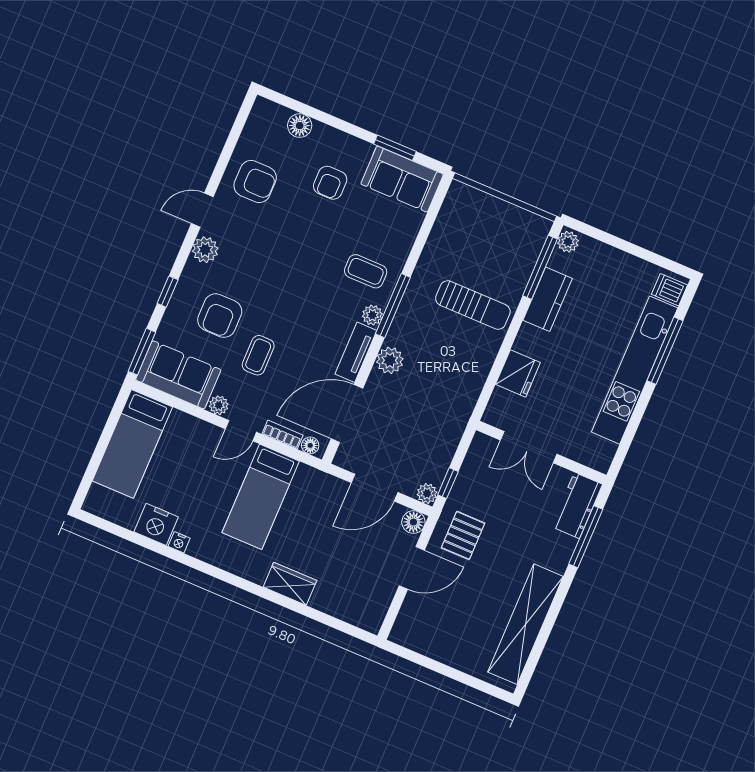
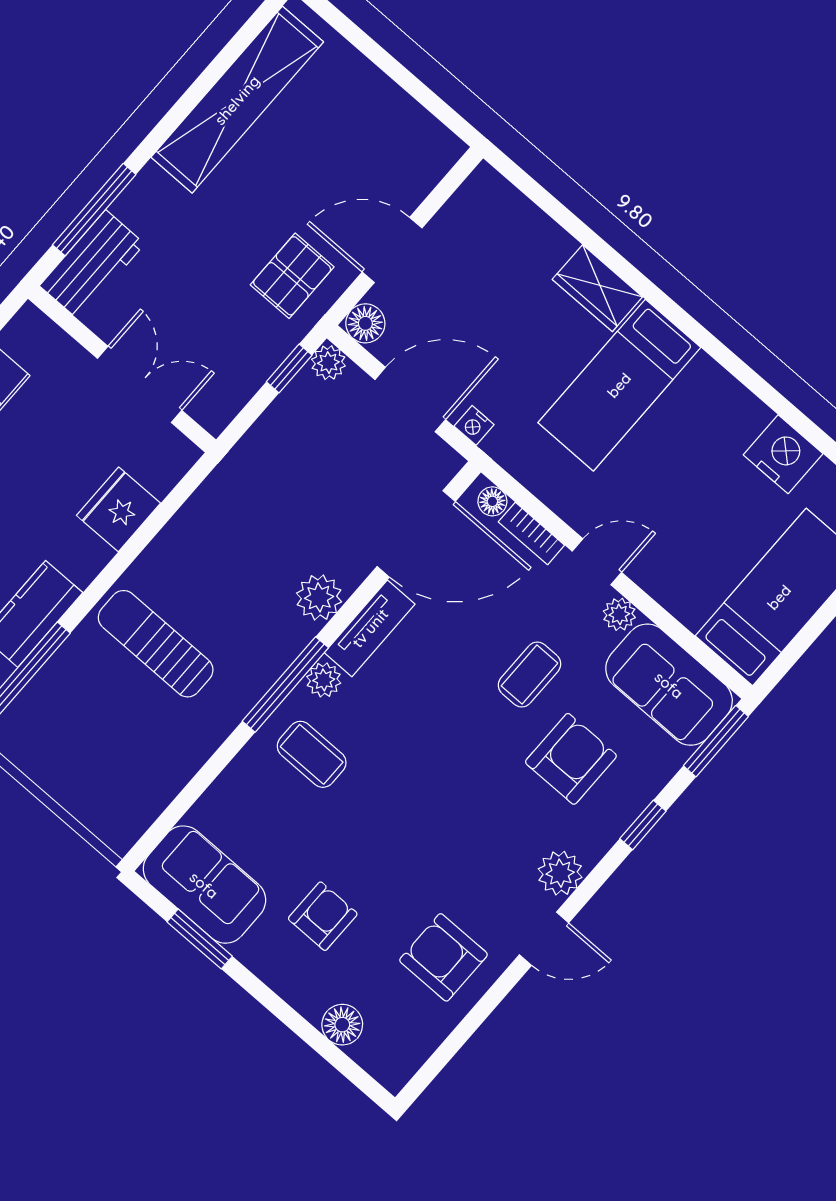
bed: (261, 497) -> (619, 385), moved, turned 180
nightstand: (179, 542) -> (474, 425), moved, turned 180

